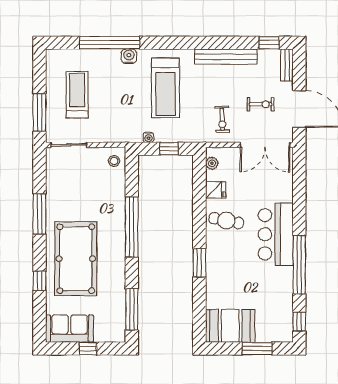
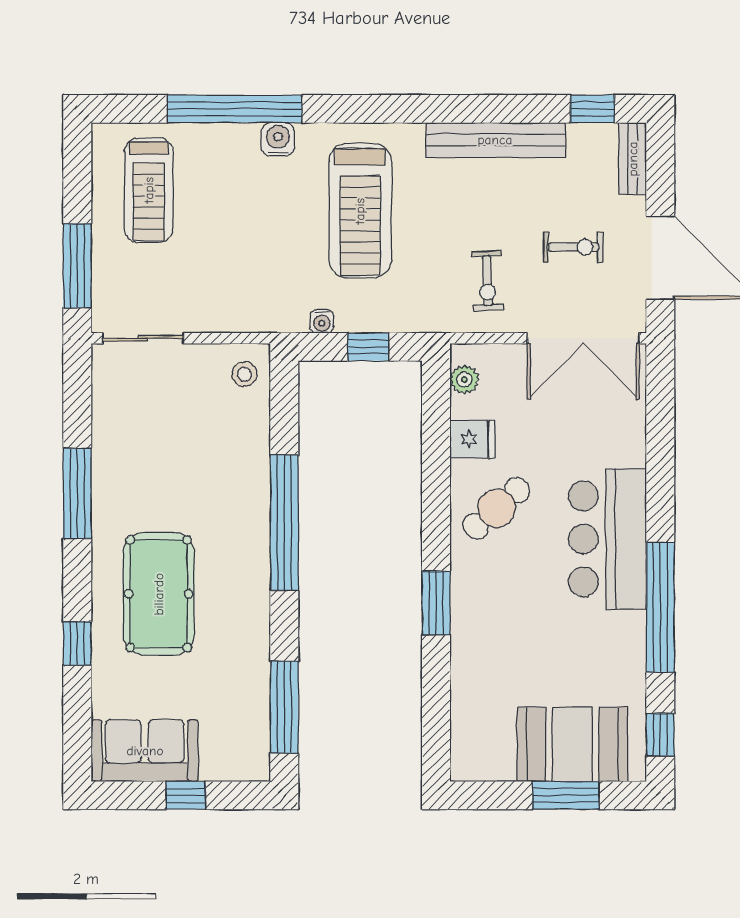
treadmill: (77, 95) -> (149, 190), moved, turned 180
cafe table: (226, 221) -> (497, 508), turned -52
pool table: (76, 259) -> (159, 594), width x0.73, depth x0.76
booth: (230, 326) -> (573, 744), moved

